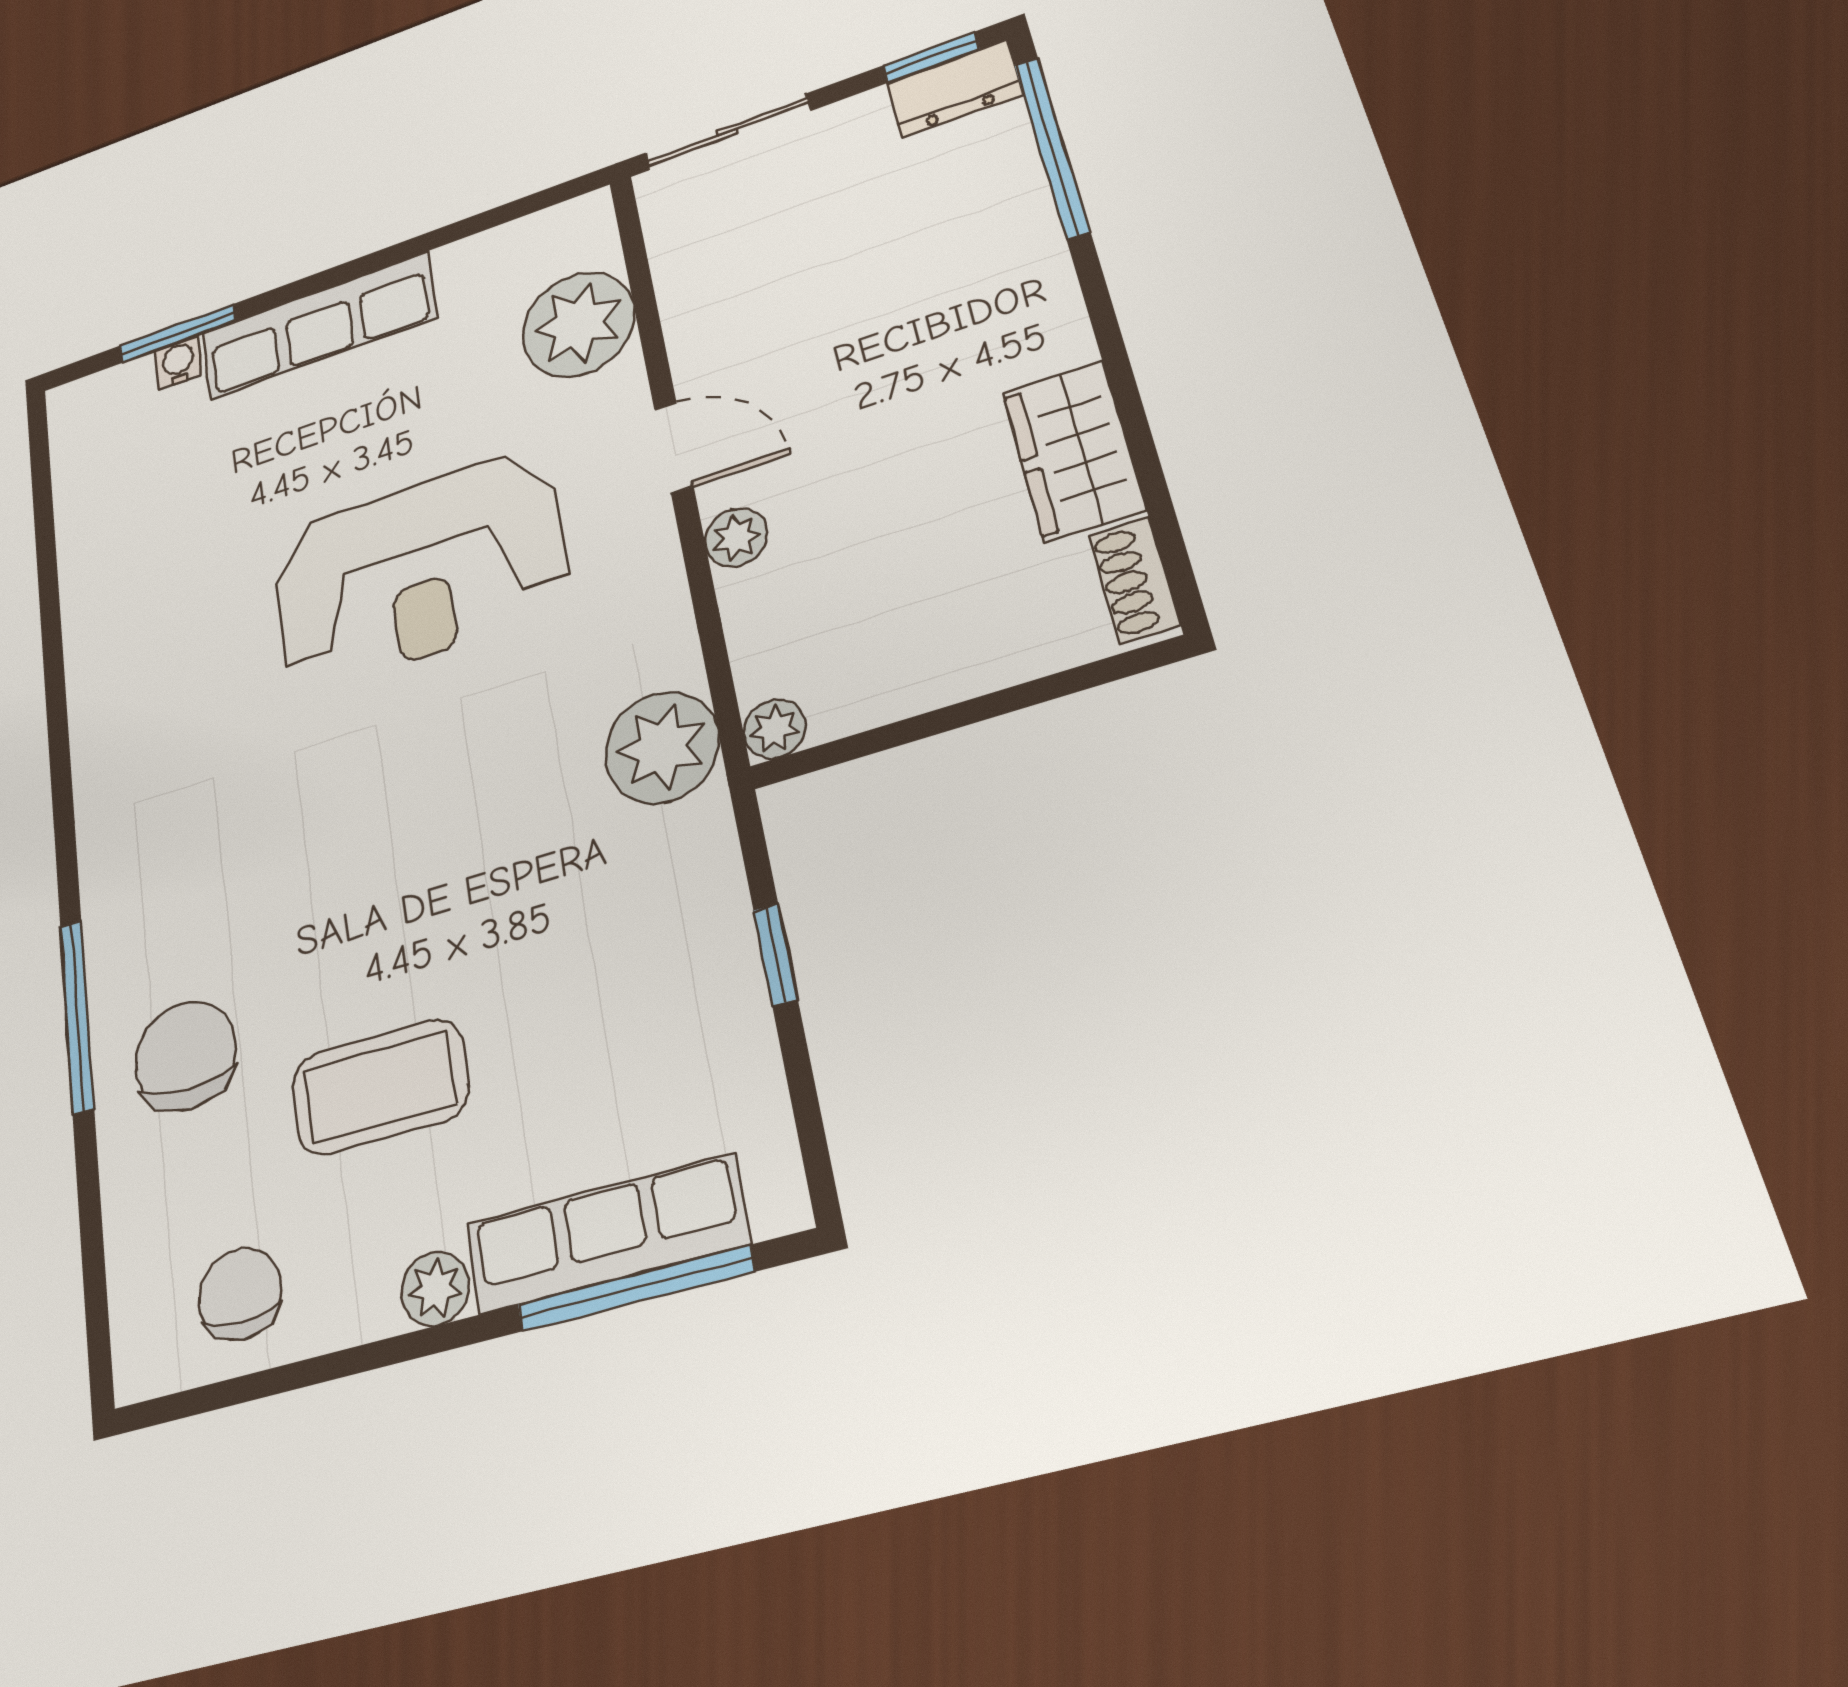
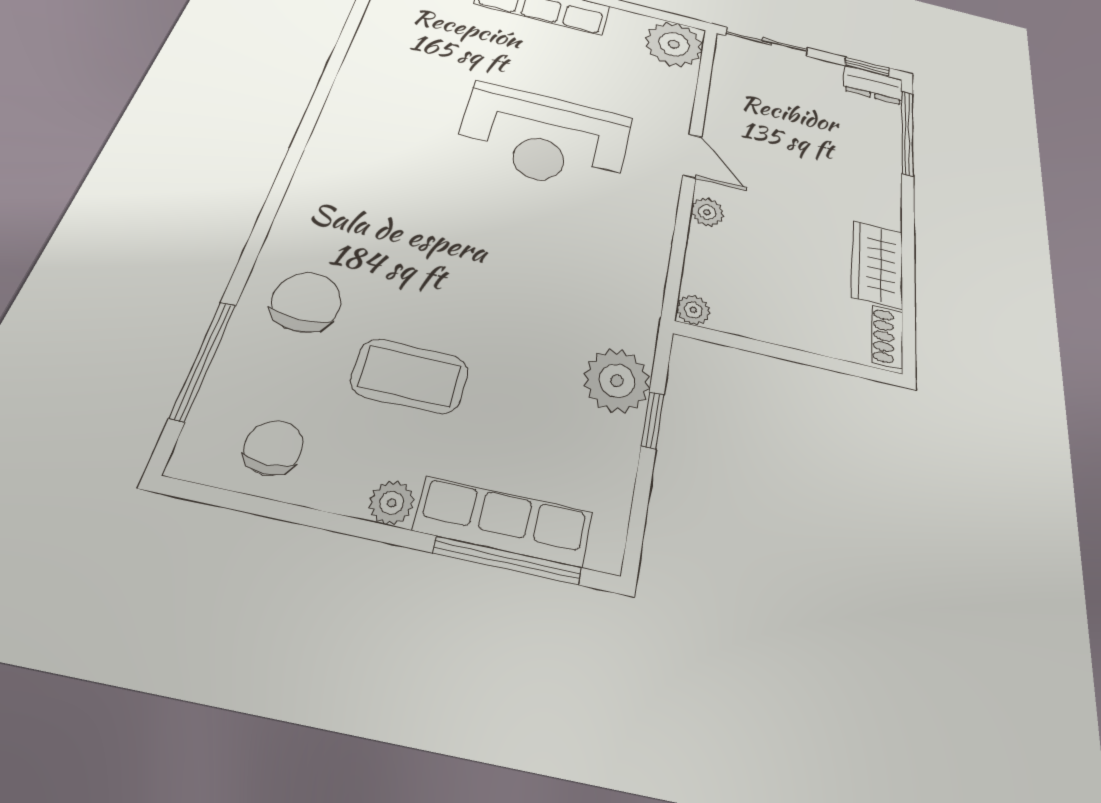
plant: (578, 324) -> (674, 44), moved
plant: (662, 748) -> (617, 381), moved
window: (77, 1016) -> (203, 360), moved

